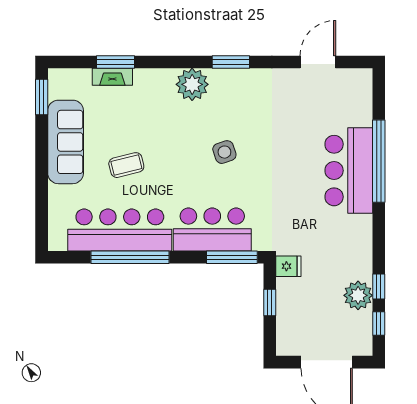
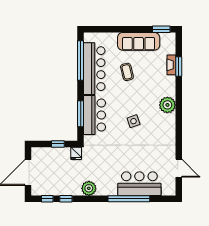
window: (231, 62) -> (179, 124), removed
bar counter: (349, 171) -> (139, 184), moved
window: (130, 257) -> (81, 60), moved
window: (232, 257) -> (81, 114), moved
plant: (358, 295) -> (89, 188), moved

